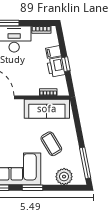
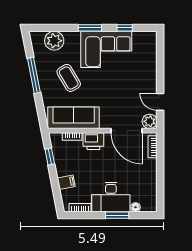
window: (66, 64) -> (50, 157), moved
printer: (56, 67) -> (93, 141), moved, turned 101
window: (85, 163) -> (34, 75), moved

